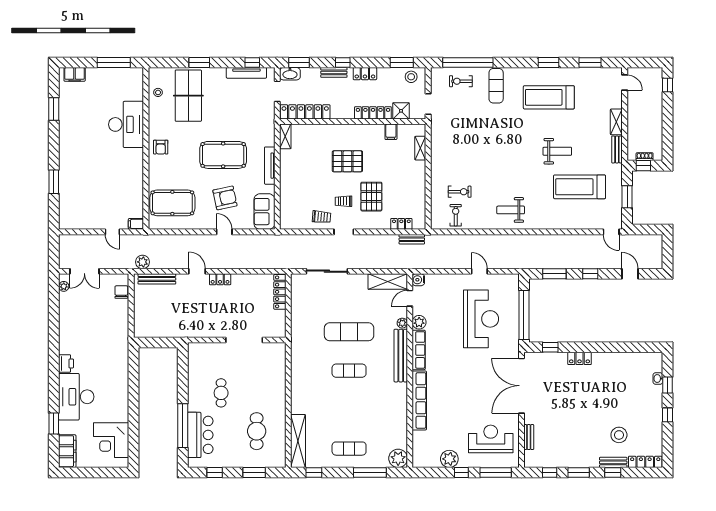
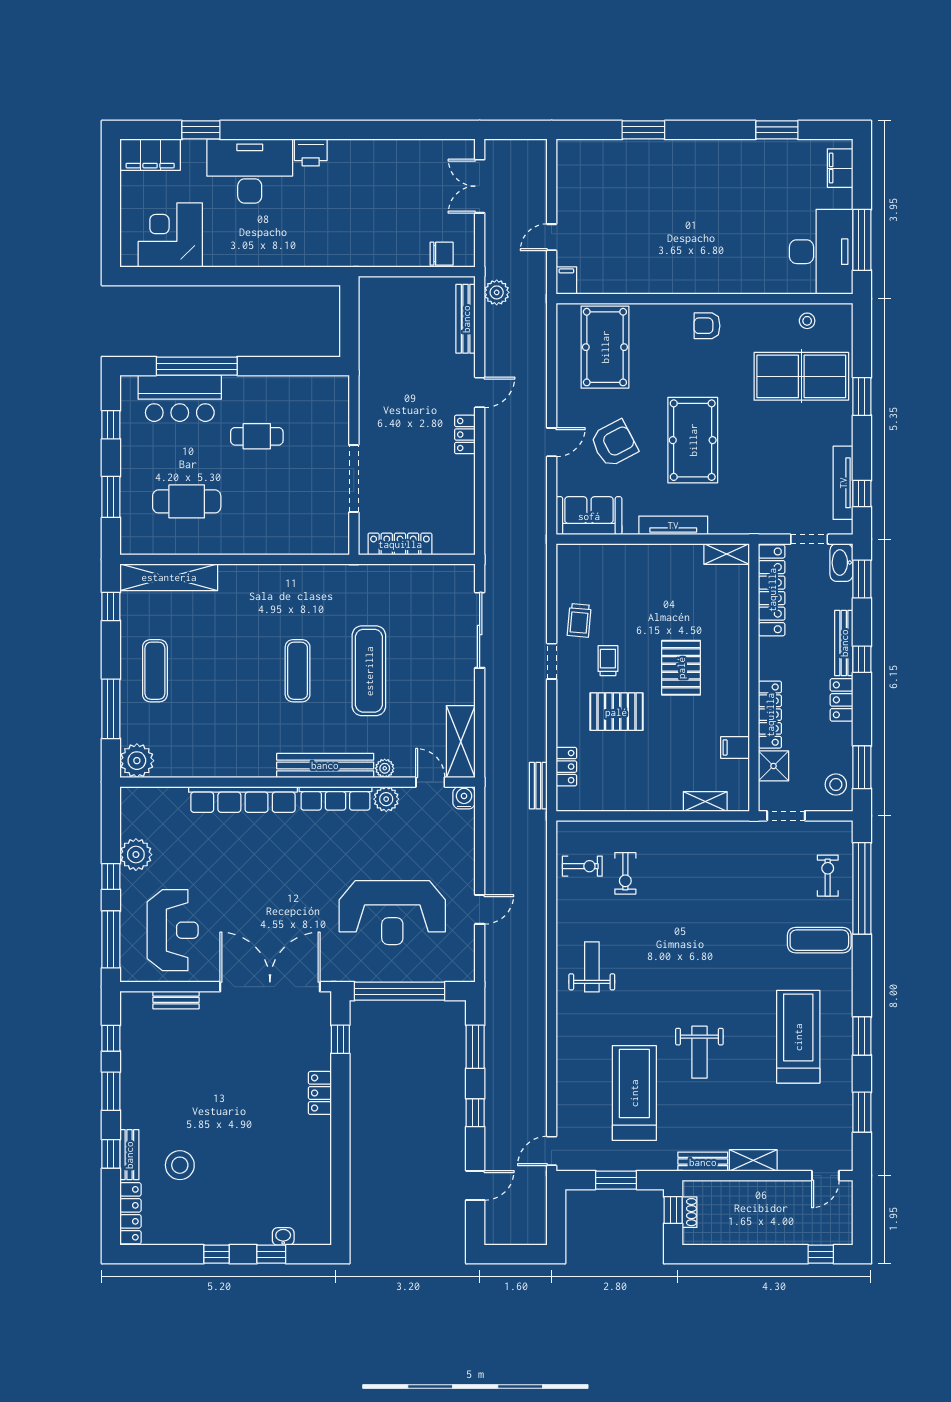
bench: (334, 72) -> (844, 643), width x1.36
desk: (126, 124) -> (821, 252), moved, turned -90
armchair: (225, 198) -> (614, 444), turned -106
plant: (64, 286) -> (452, 148), removed
locker: (280, 292) -> (400, 544), moved

